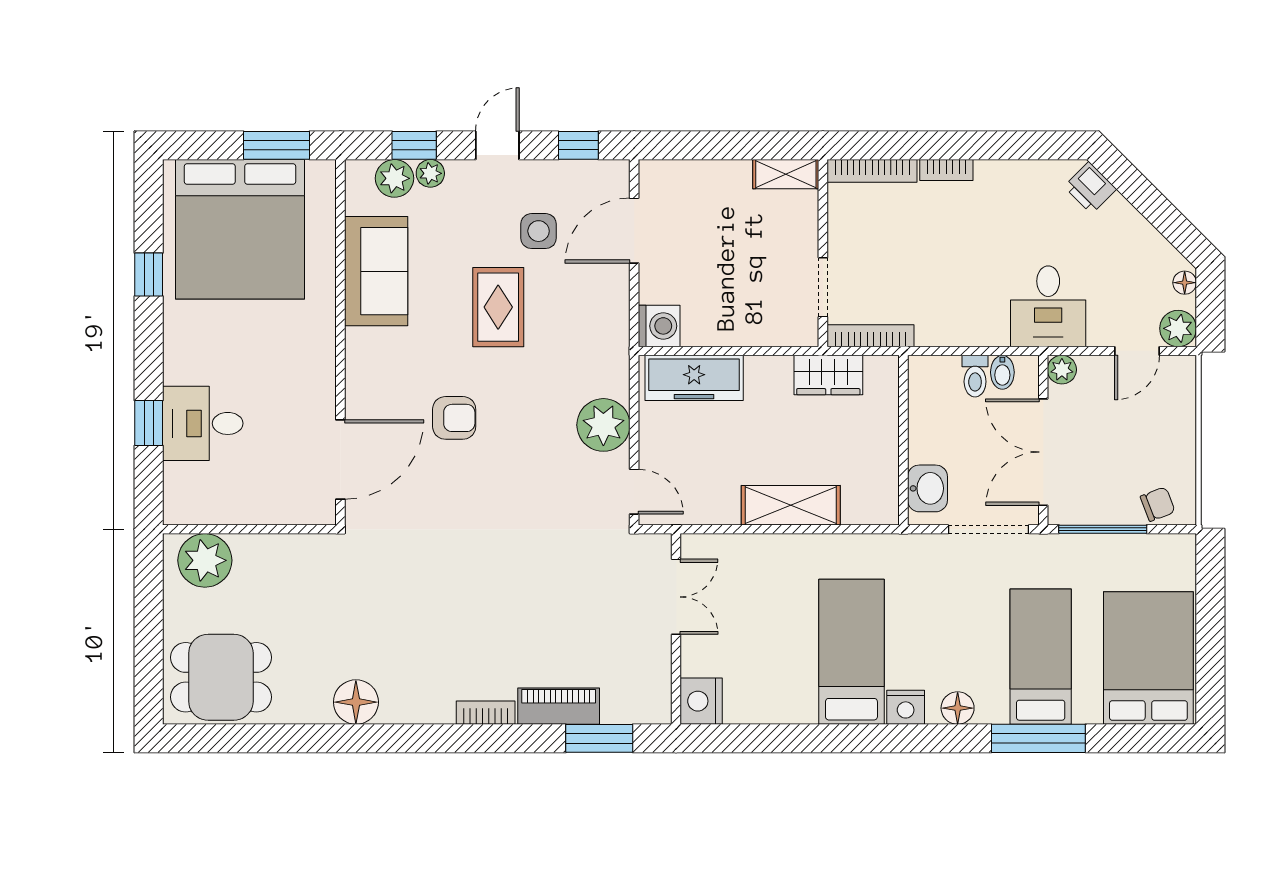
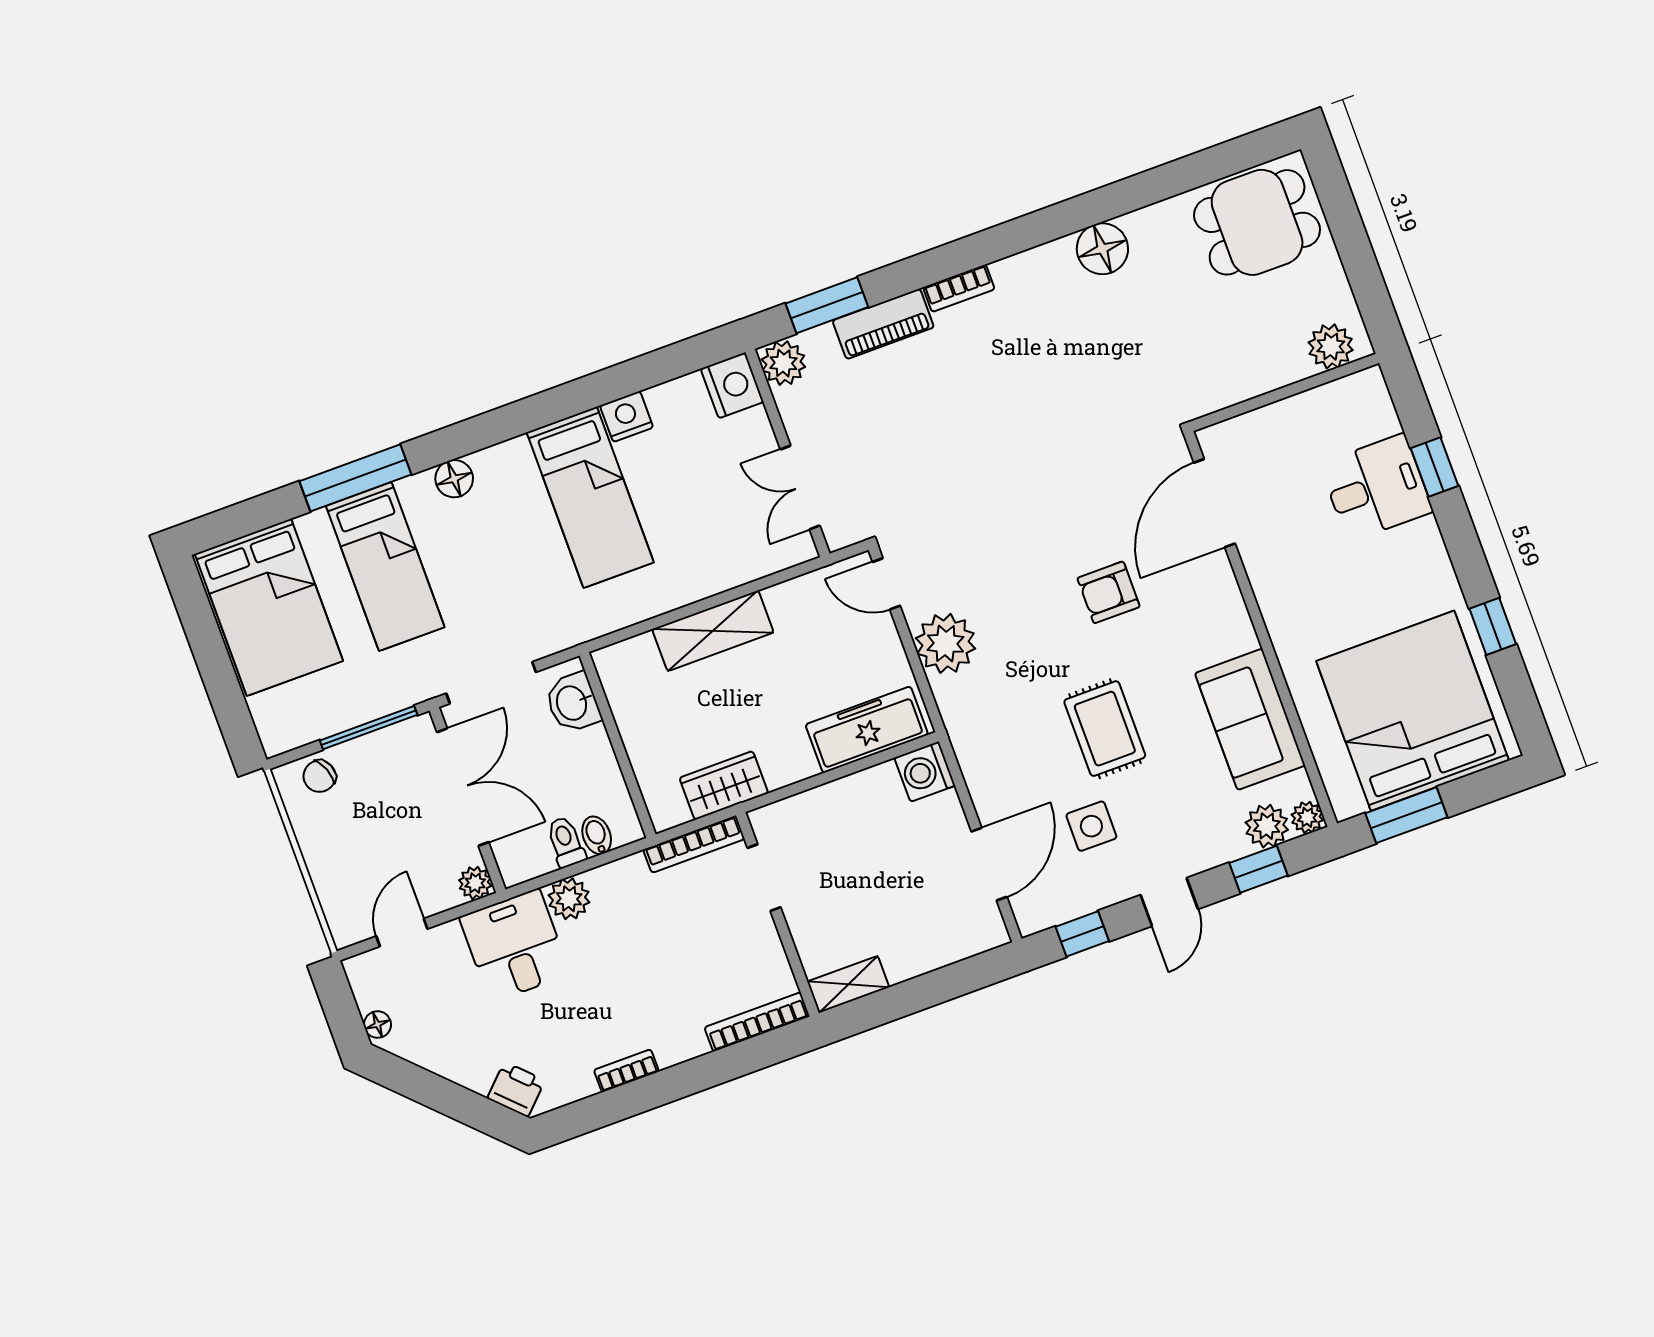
bookcase: (946, 170) -> (626, 1071), moved
plant: (430, 173) -> (1307, 817), moved
plant: (1178, 328) -> (569, 899), moved
bidet: (1002, 372) -> (597, 835), moved
plant: (205, 560) -> (1331, 346), width x0.73, depth x0.73
plant: (652, 704) -> (783, 363), added
nightstand: (906, 707) -> (627, 417), moved

